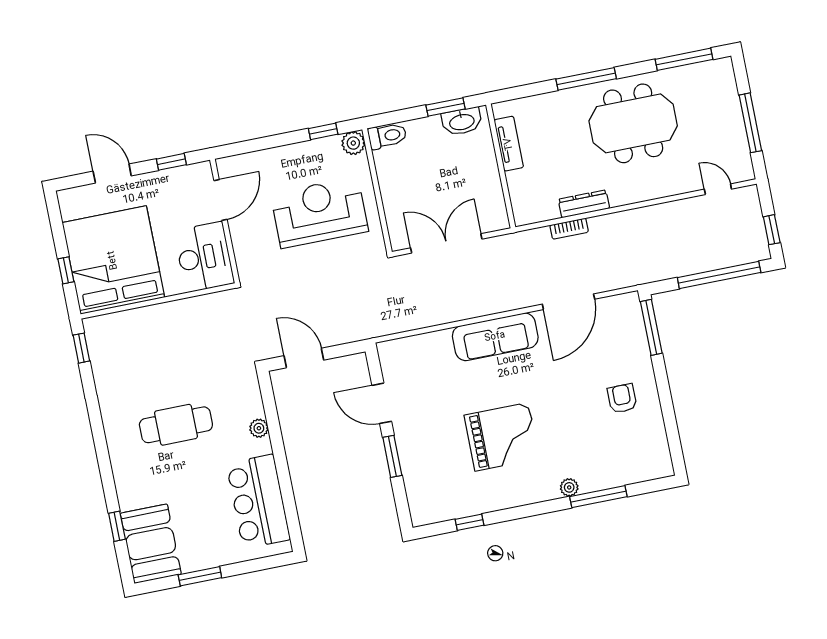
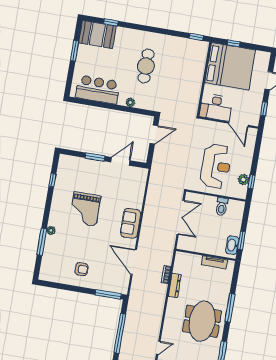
toilet: (387, 136) -> (222, 207), moved
plant: (353, 143) -> (243, 180), moved
sofa: (495, 337) -> (131, 223), width x0.73

